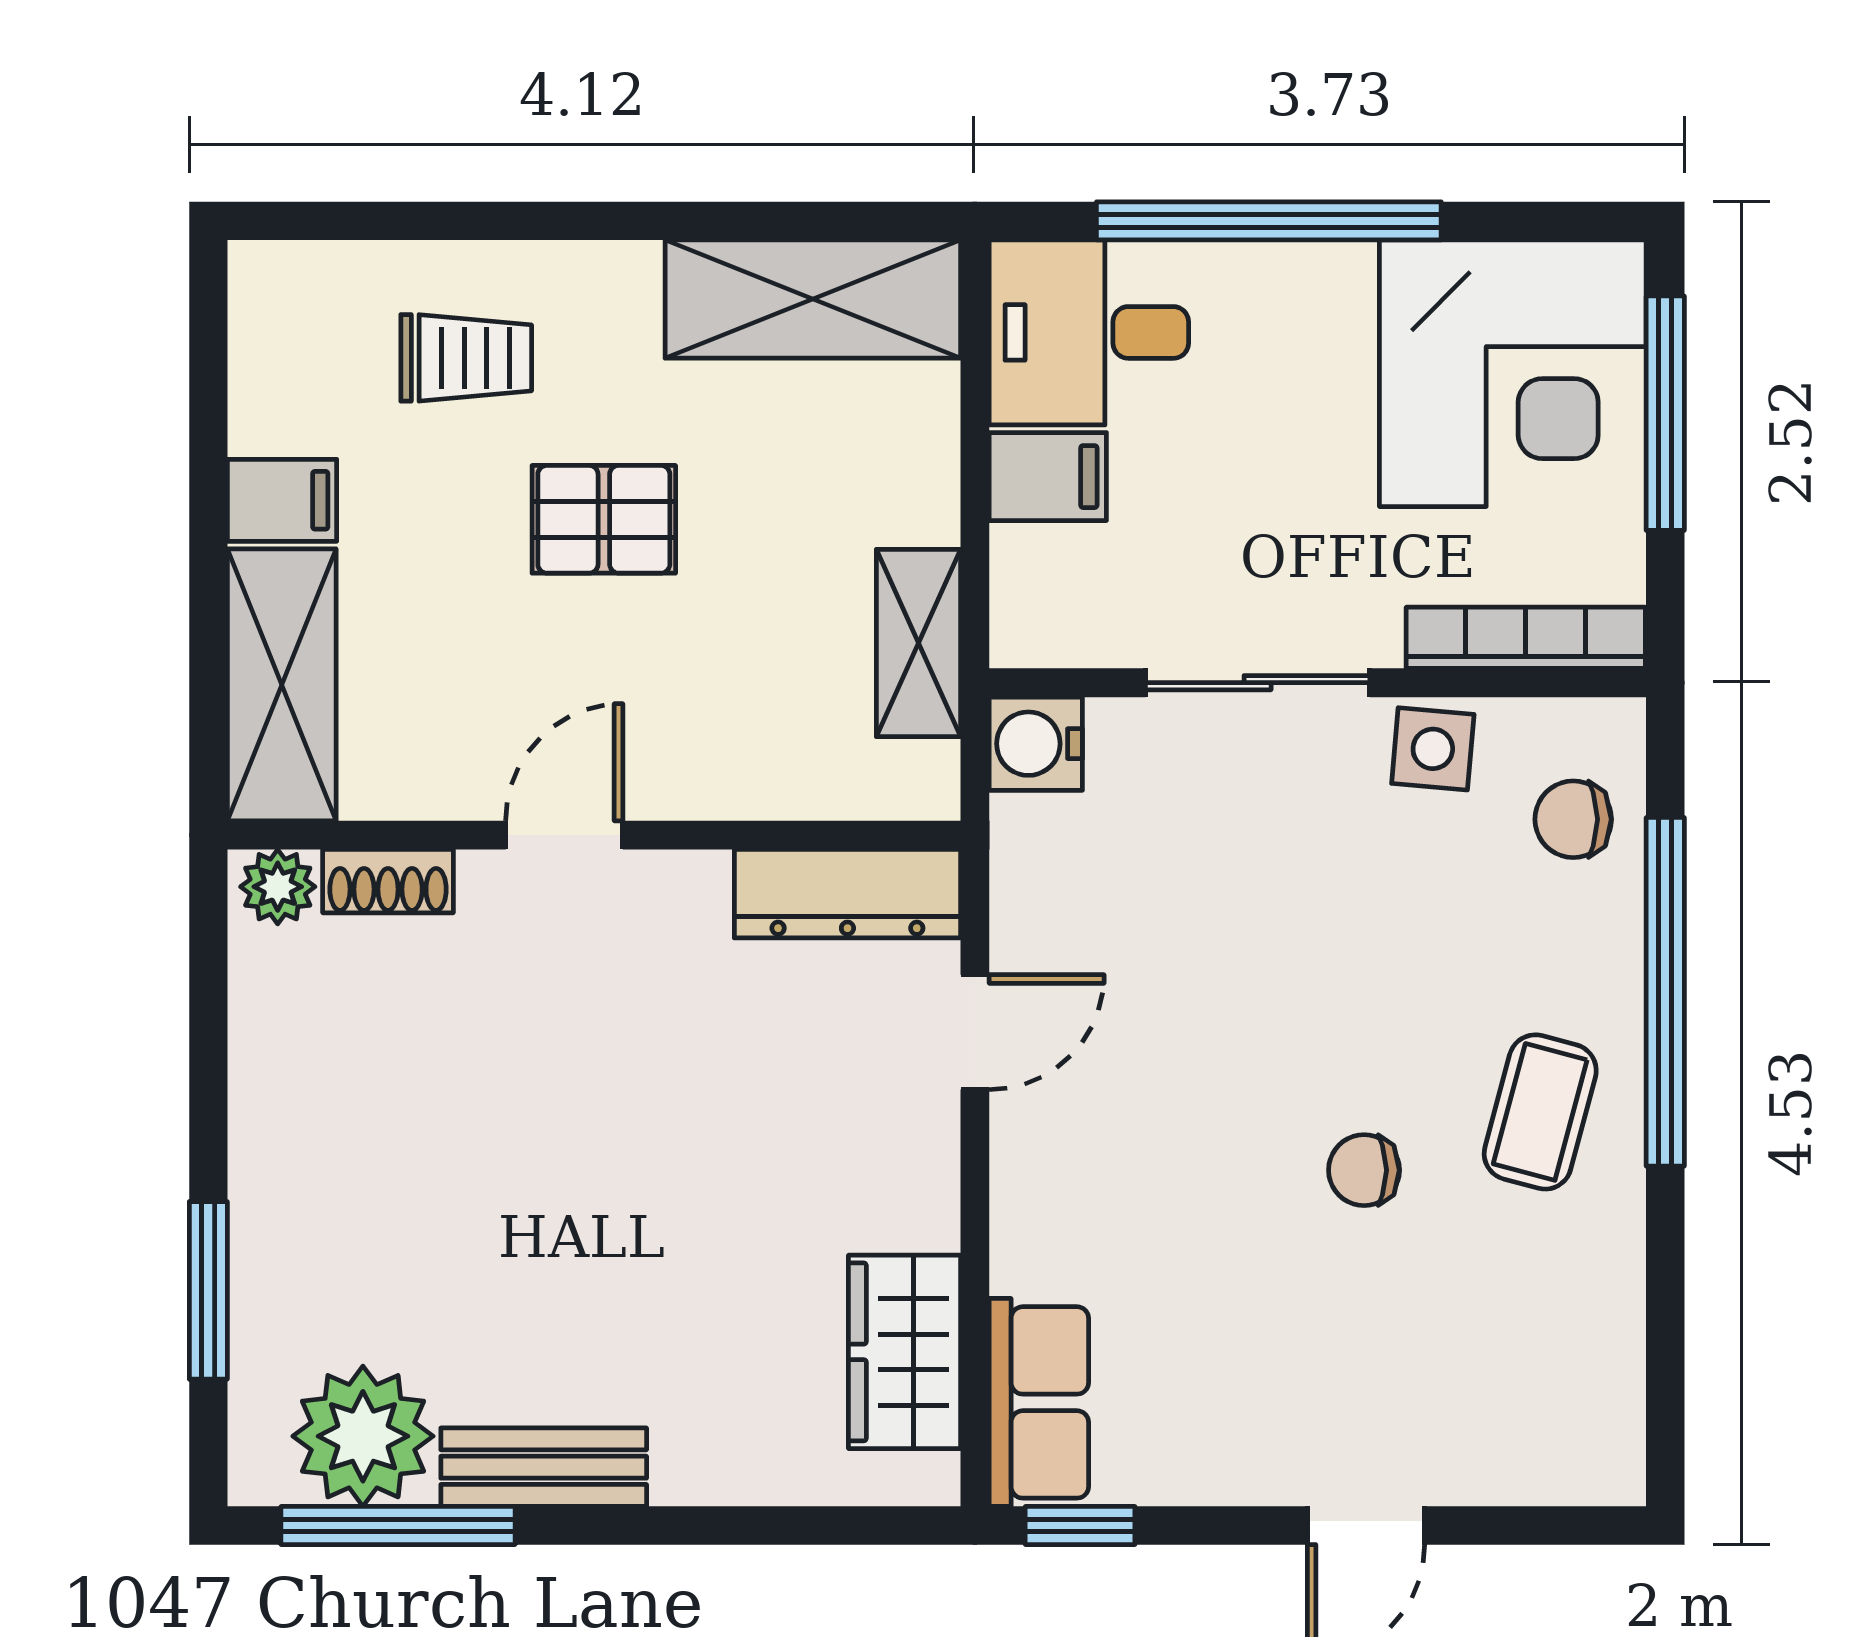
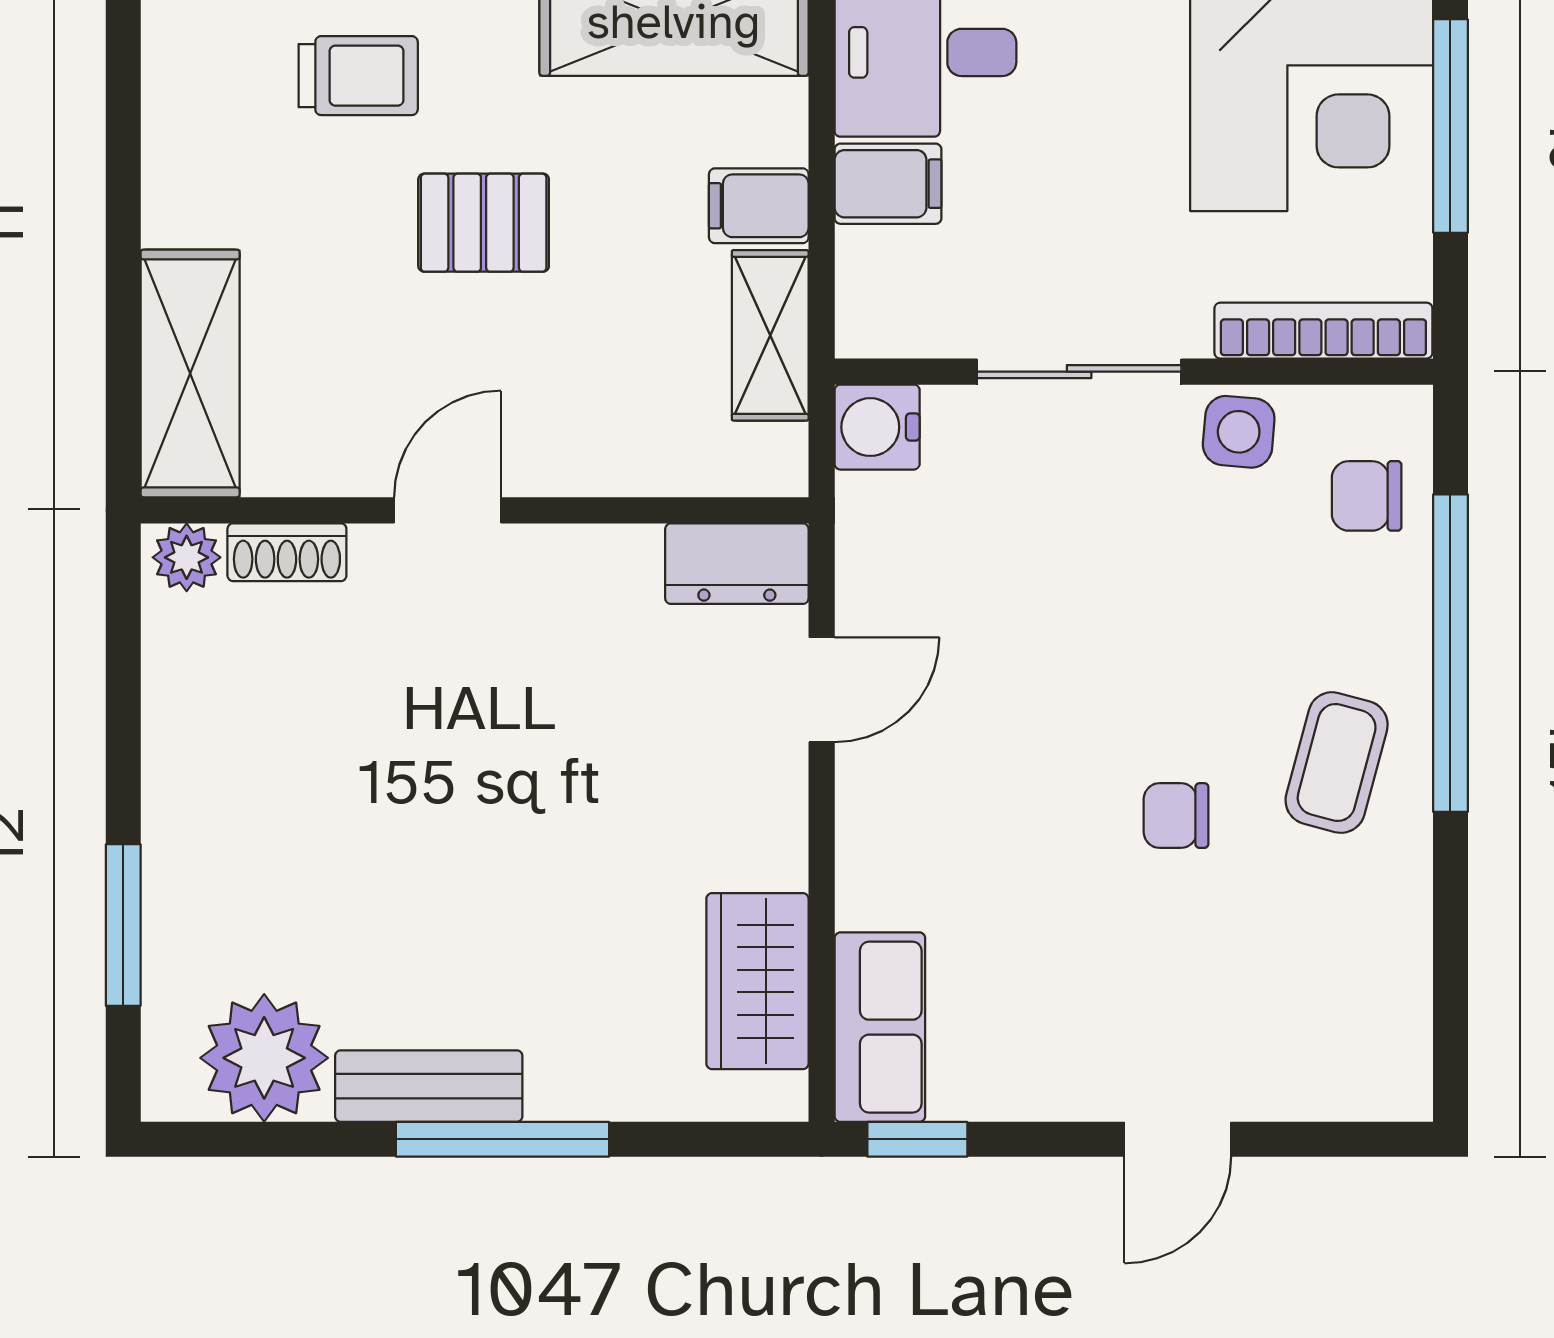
filing cabinet: (282, 500) -> (759, 206), moved, turned 180
dresser: (847, 894) -> (737, 564), width x0.70
window: (398, 1525) -> (502, 1139), moved

